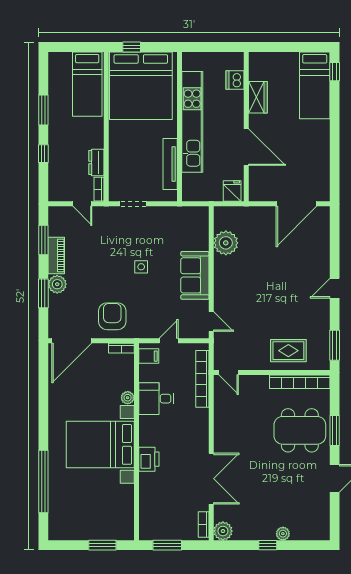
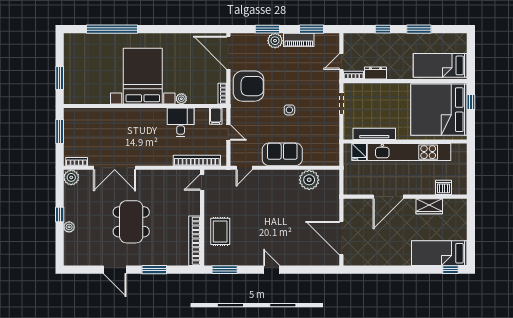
fridge: (232, 191) -> (359, 152), moved, turned 90
armchair: (112, 316) -> (249, 86), width x1.36, depth x1.36
dining table: (300, 430) -> (131, 222), moved
printer: (149, 459) -> (131, 116), removed

